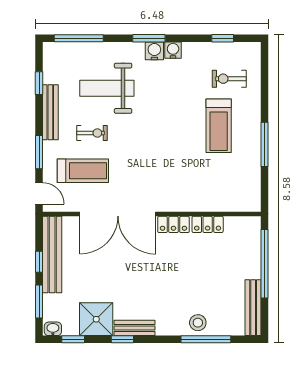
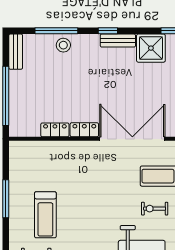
treadmill: (219, 126) -> (45, 215), turned 180
bench: (253, 308) -> (16, 52), width x0.73
window: (122, 339) -> (108, 31), moved

